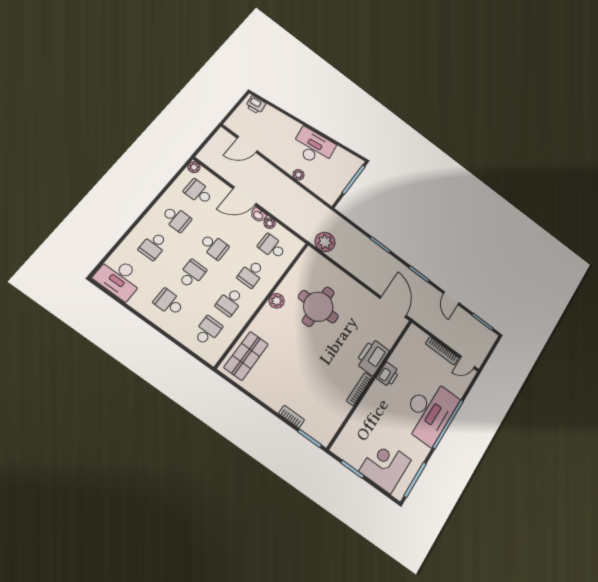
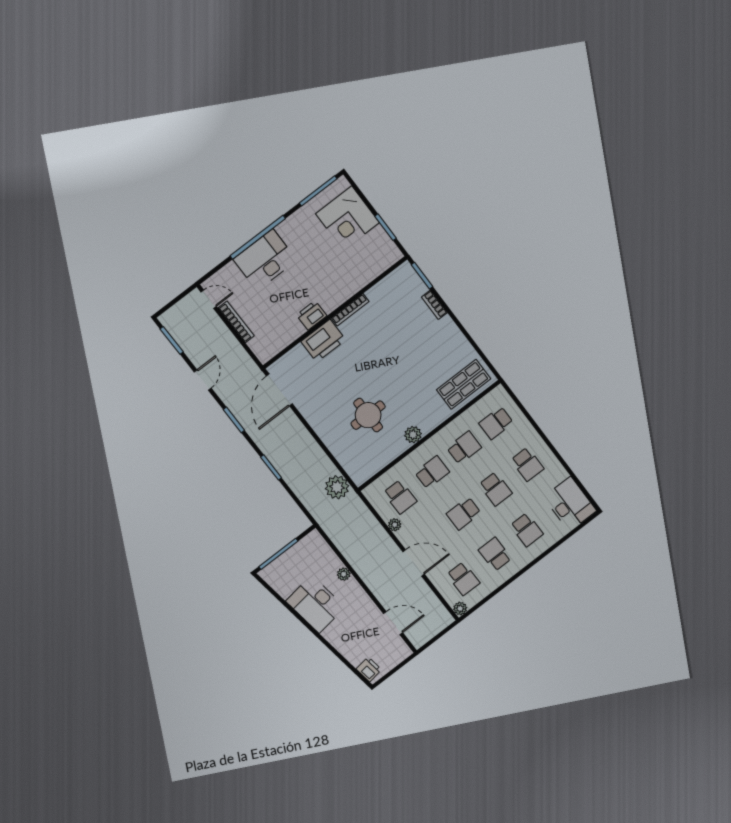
washbasin: (258, 215) -> (405, 537), removed
school desk: (153, 246) -> (527, 530), turned 90
school desk: (214, 246) -> (464, 513), turned -90
school desk: (192, 274) -> (495, 489), turned -90
round table: (318, 307) -> (368, 415), width x0.73, depth x0.73
desk: (429, 411) -> (265, 260), width x0.73, depth x0.77

